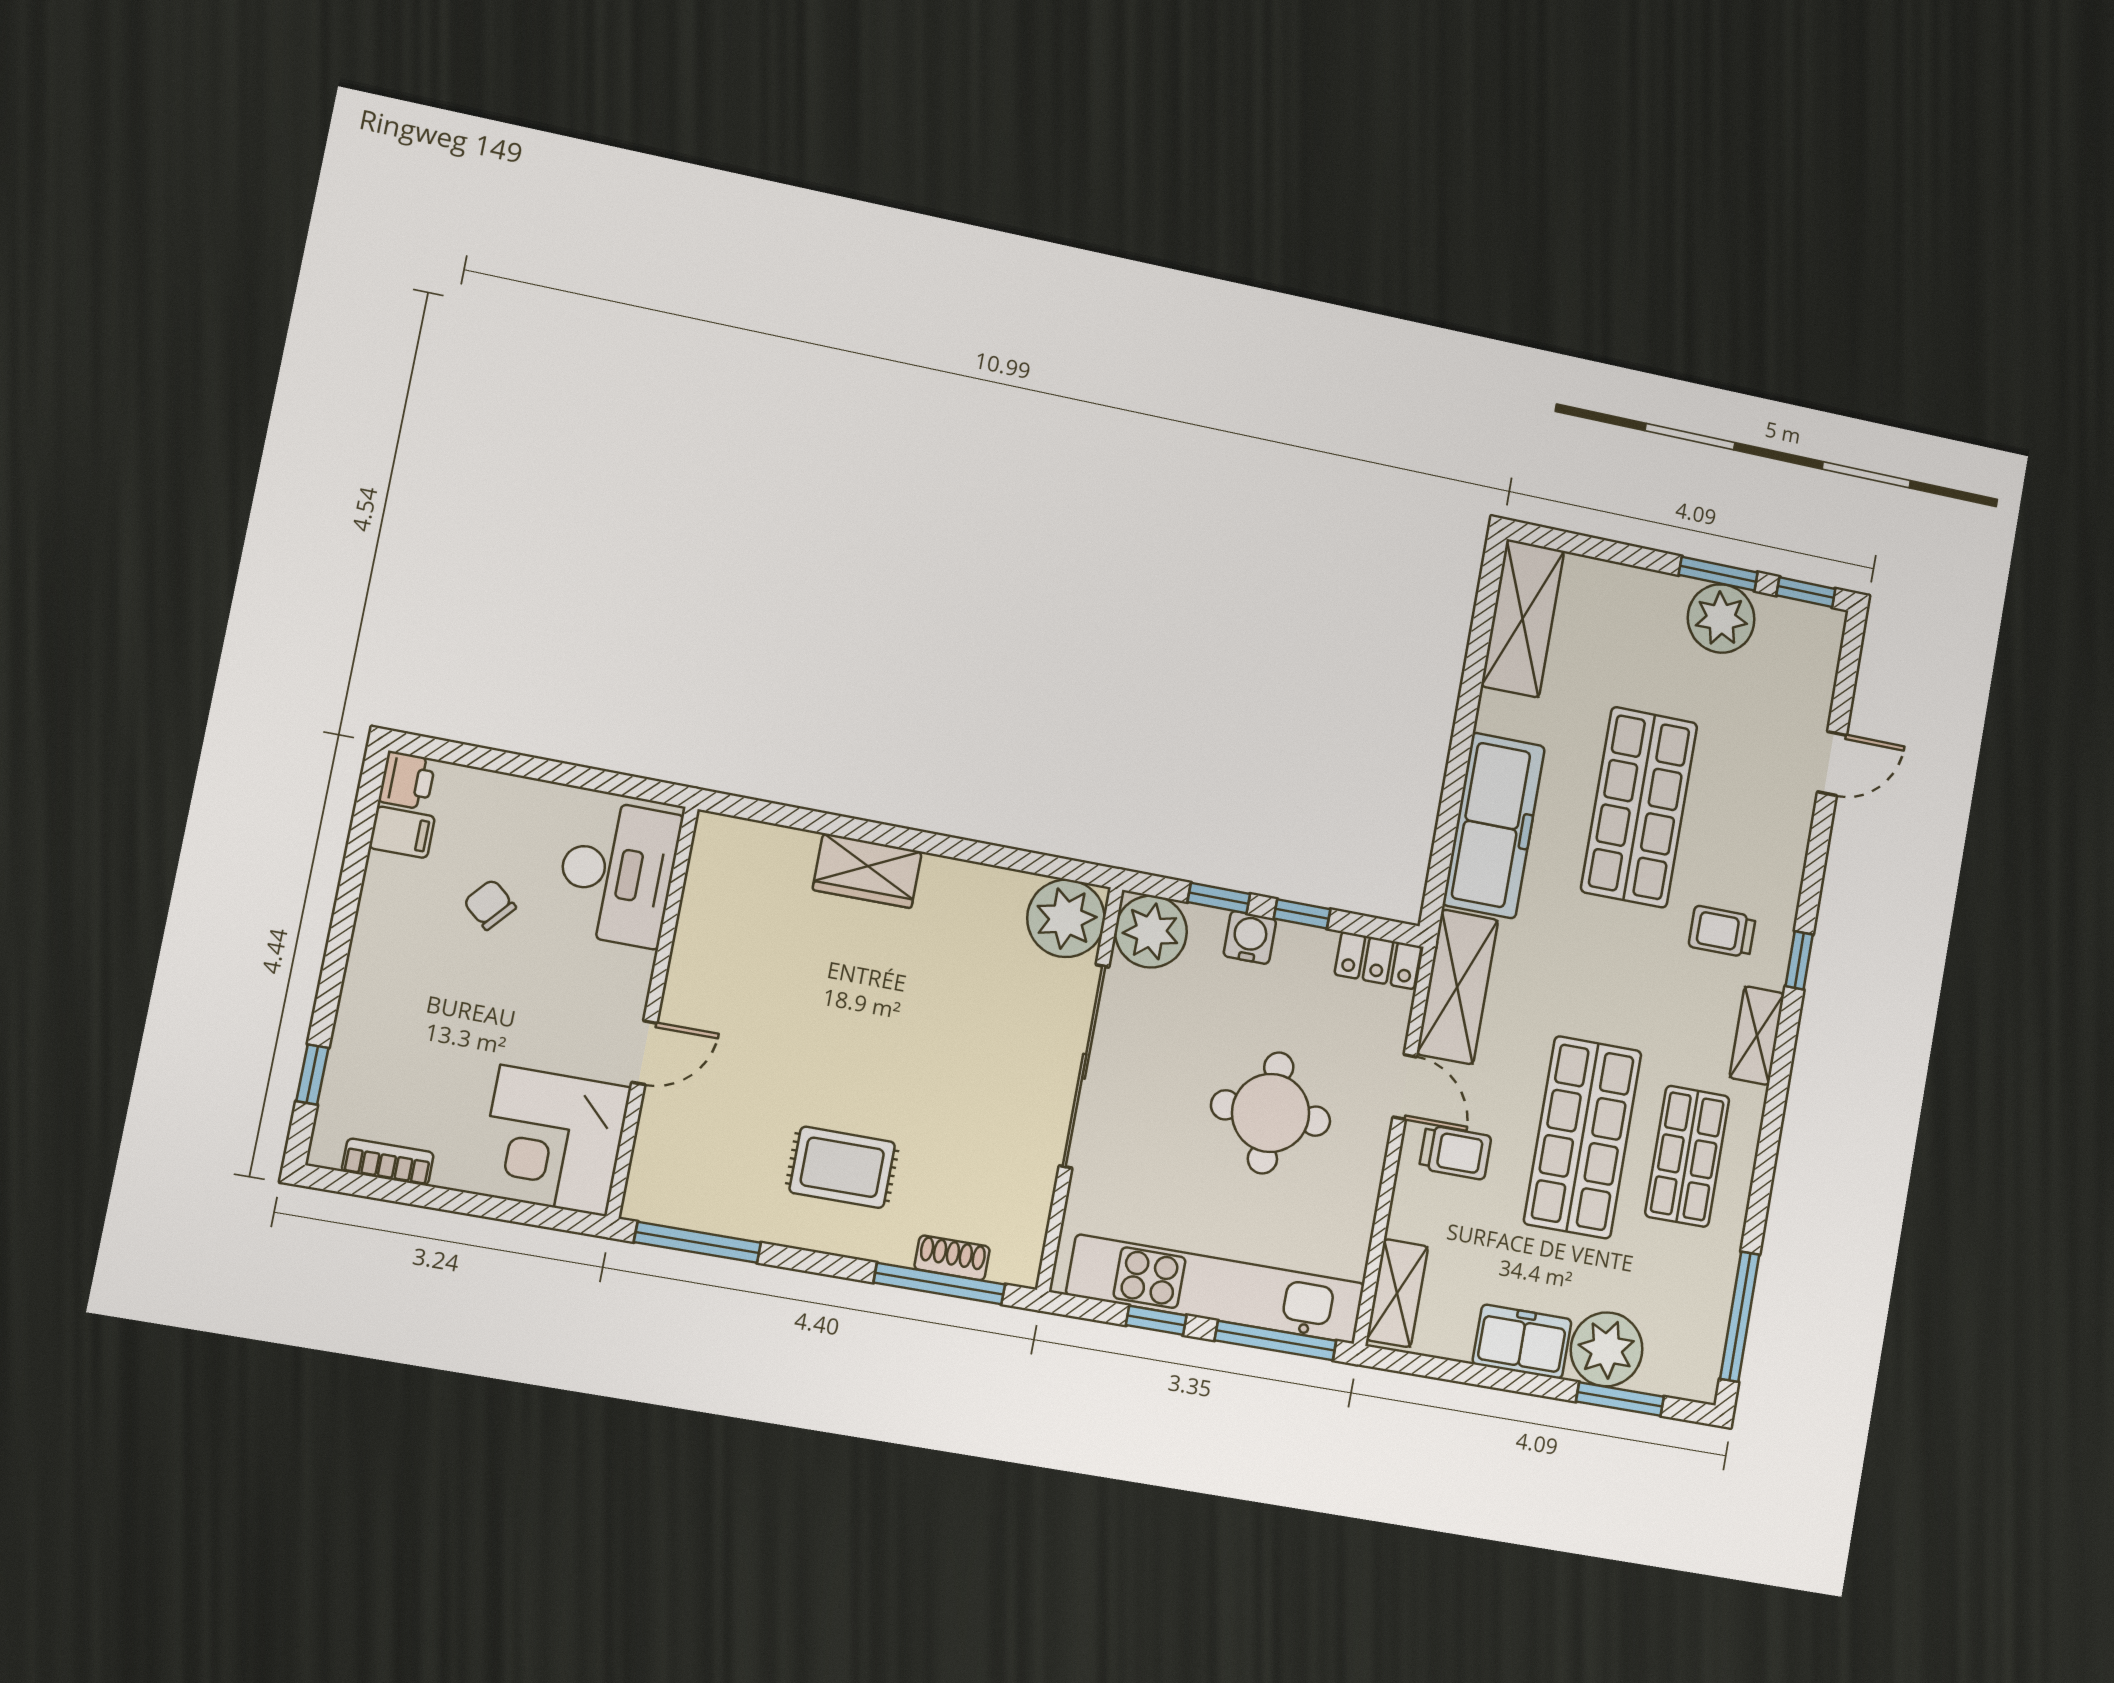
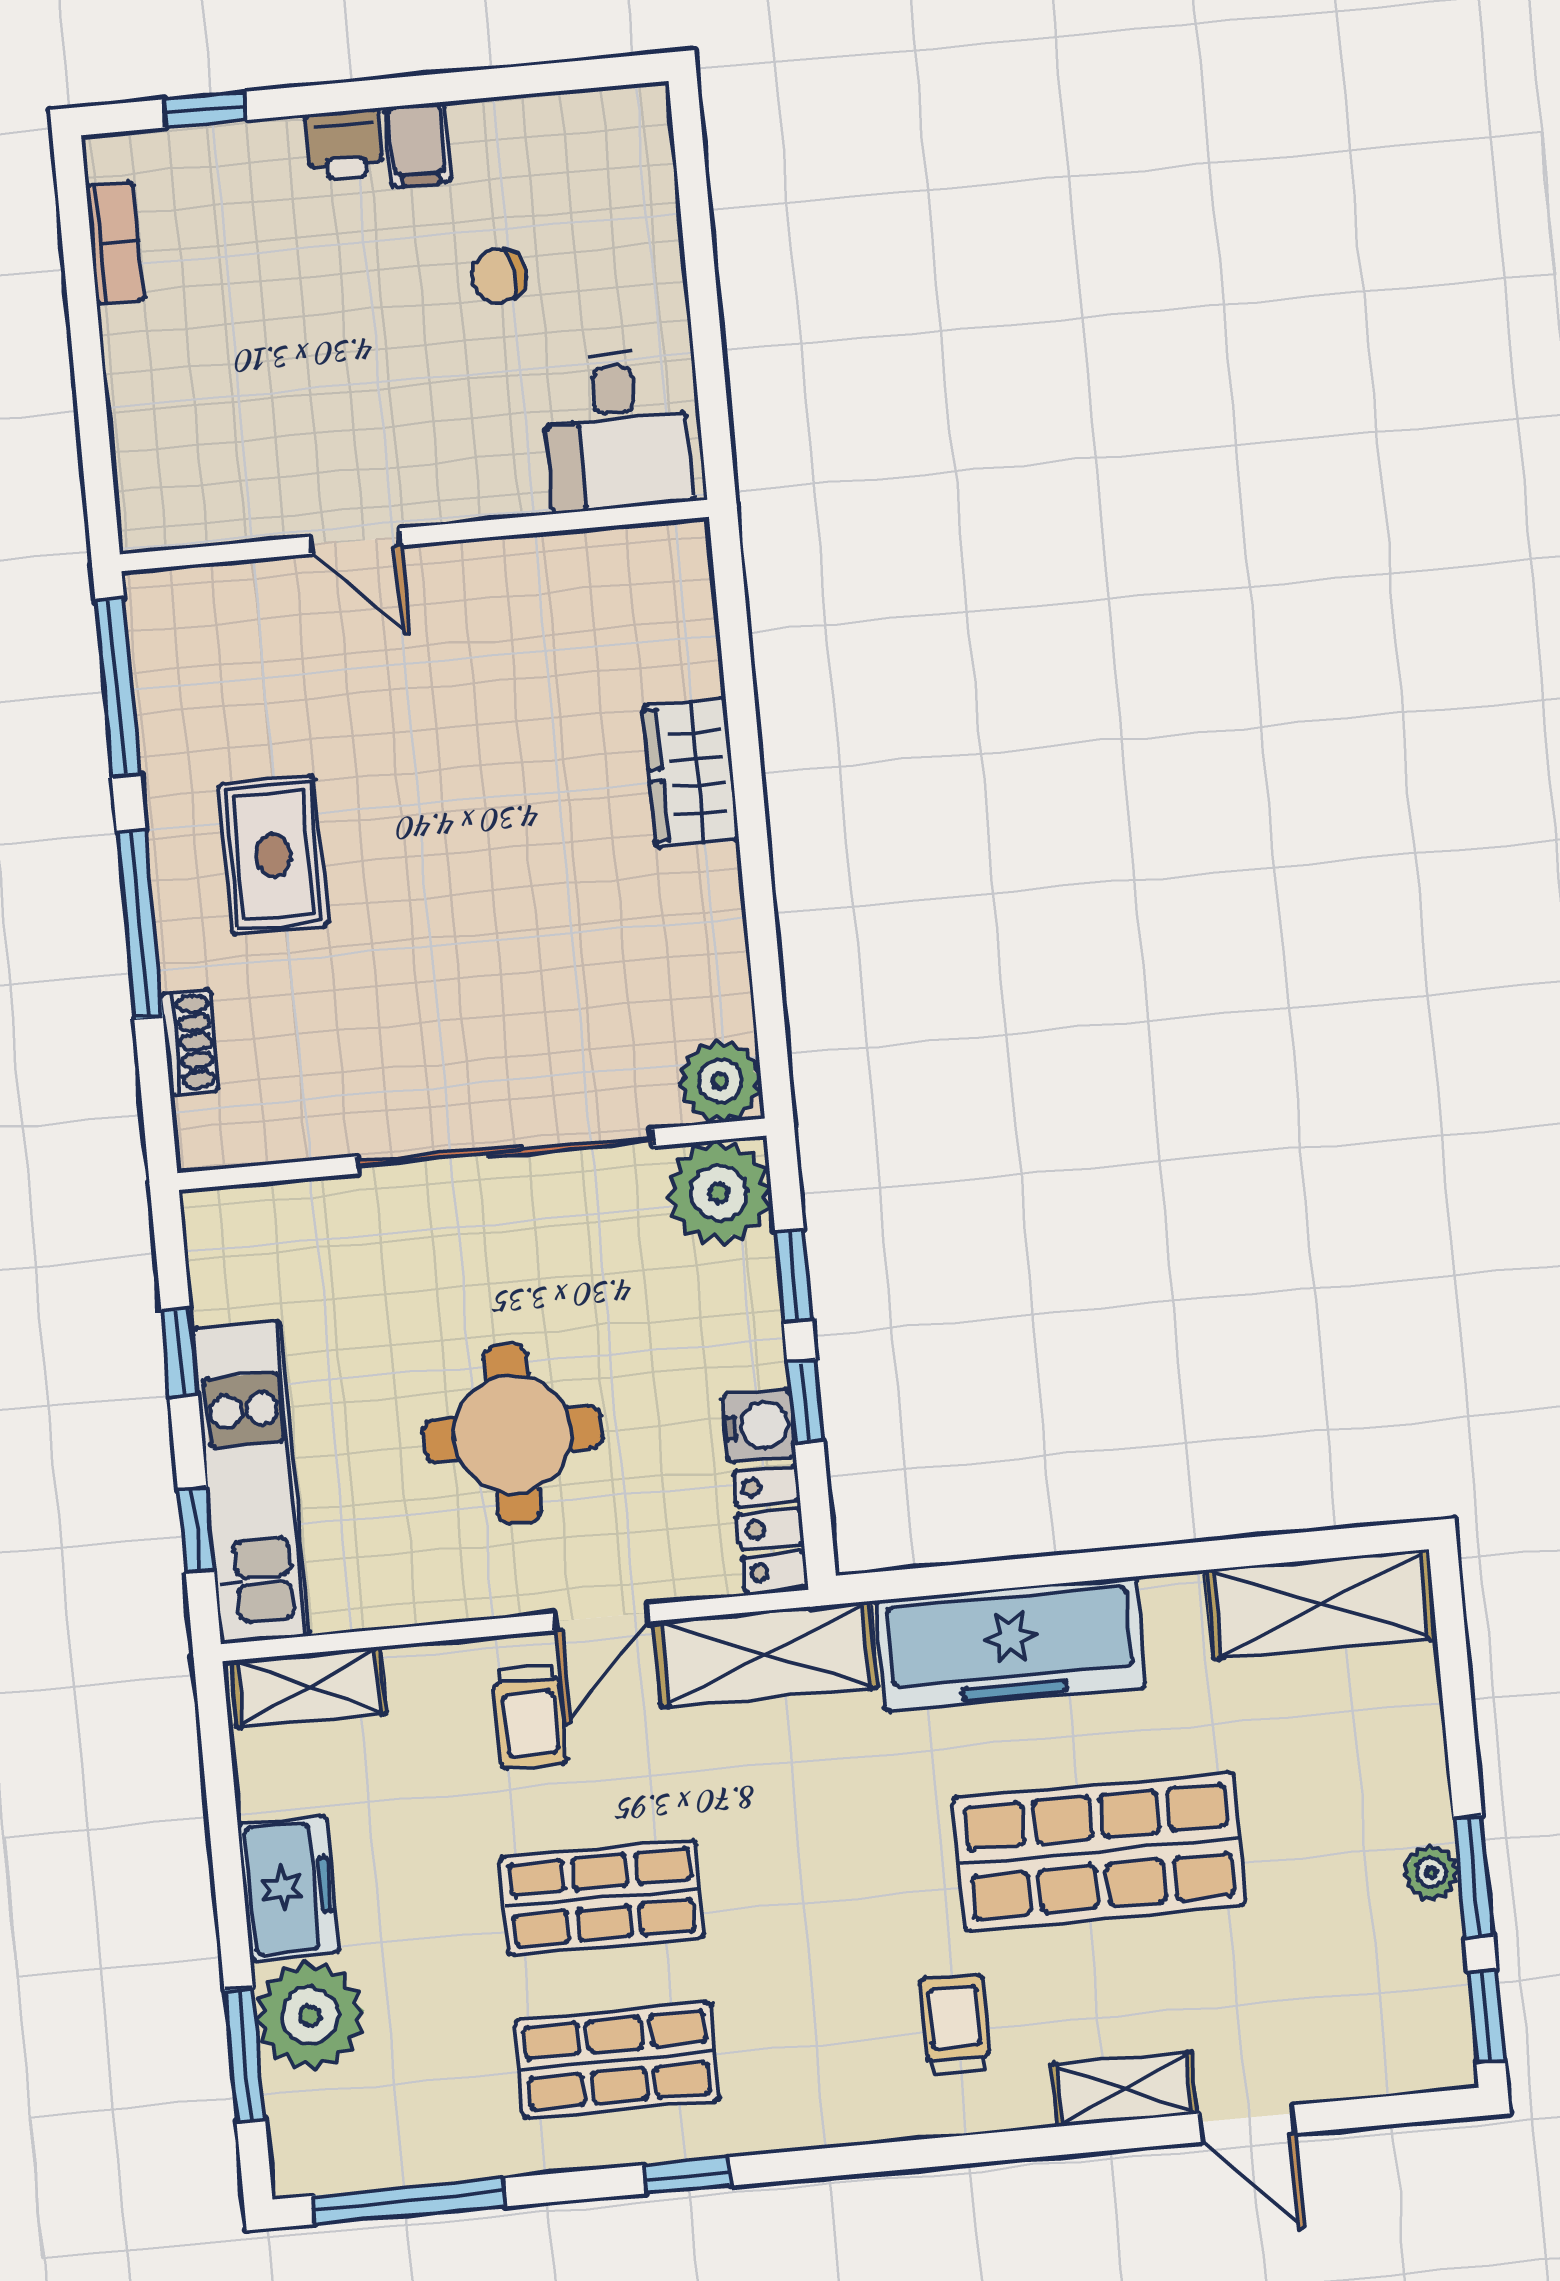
plant: (1721, 619) -> (1431, 1873), width x0.53, depth x0.53
printer: (407, 780) -> (344, 145), moved
filing cabinet: (402, 832) -> (417, 145), moved
desk: (617, 873) -> (617, 431), width x0.73
chair: (490, 905) -> (499, 276), turned -137
plant: (1066, 918) -> (720, 1081), width x0.73, depth x0.73
water cooler: (1250, 937) -> (759, 1425), moved
window: (1799, 960) -> (687, 2175), moved
shelving: (1757, 1036) -> (1124, 2089), moved
shop shelf: (1583, 1137) -> (602, 1897), width x0.70, depth x0.74
corner desk: (553, 1141) -> (203, 454), removed
window: (939, 1283) -> (140, 925), moved
kitchen unit: (1216, 1289) -> (251, 1483), width x0.73
window: (1275, 1341) -> (196, 1530), width x0.46

